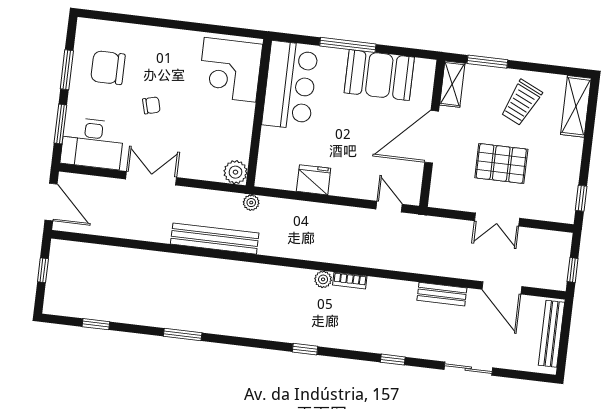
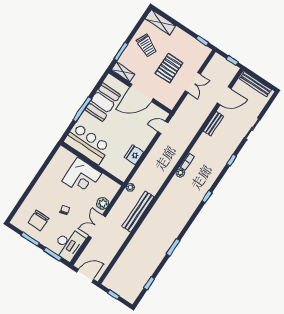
corner desk: (230, 70) -> (82, 177), moved
door: (432, 137) -> (142, 93), hinge flipped
plant: (235, 172) -> (103, 203), moved

